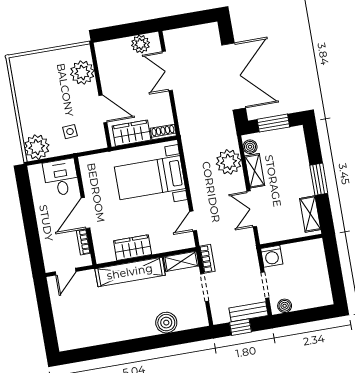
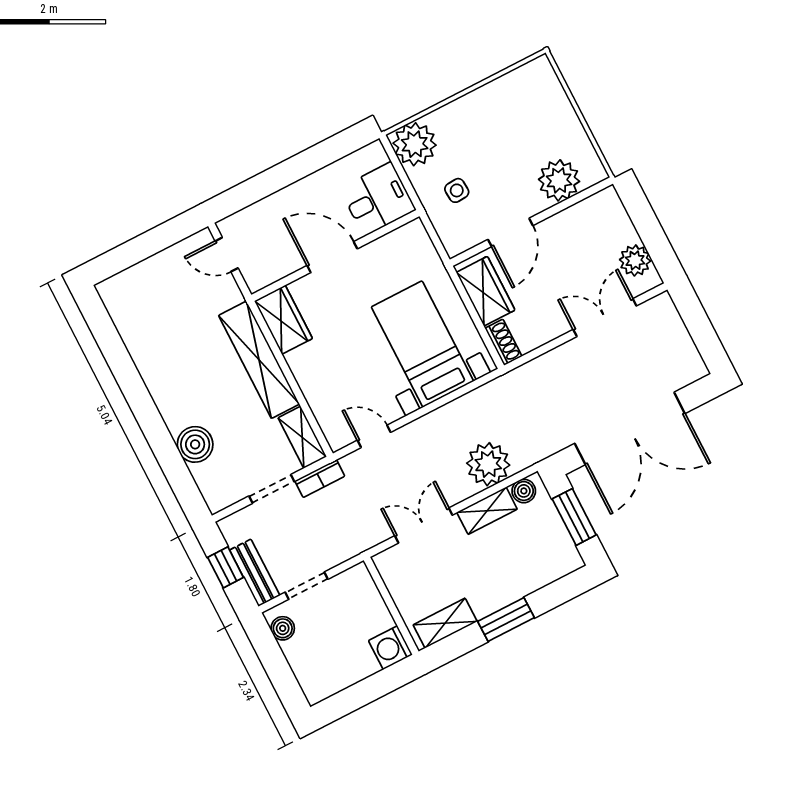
bookcase: (83, 242) -> (284, 269), removed
wardrobe: (133, 248) -> (283, 320), moved
washing machine: (272, 256) -> (390, 648), moved

